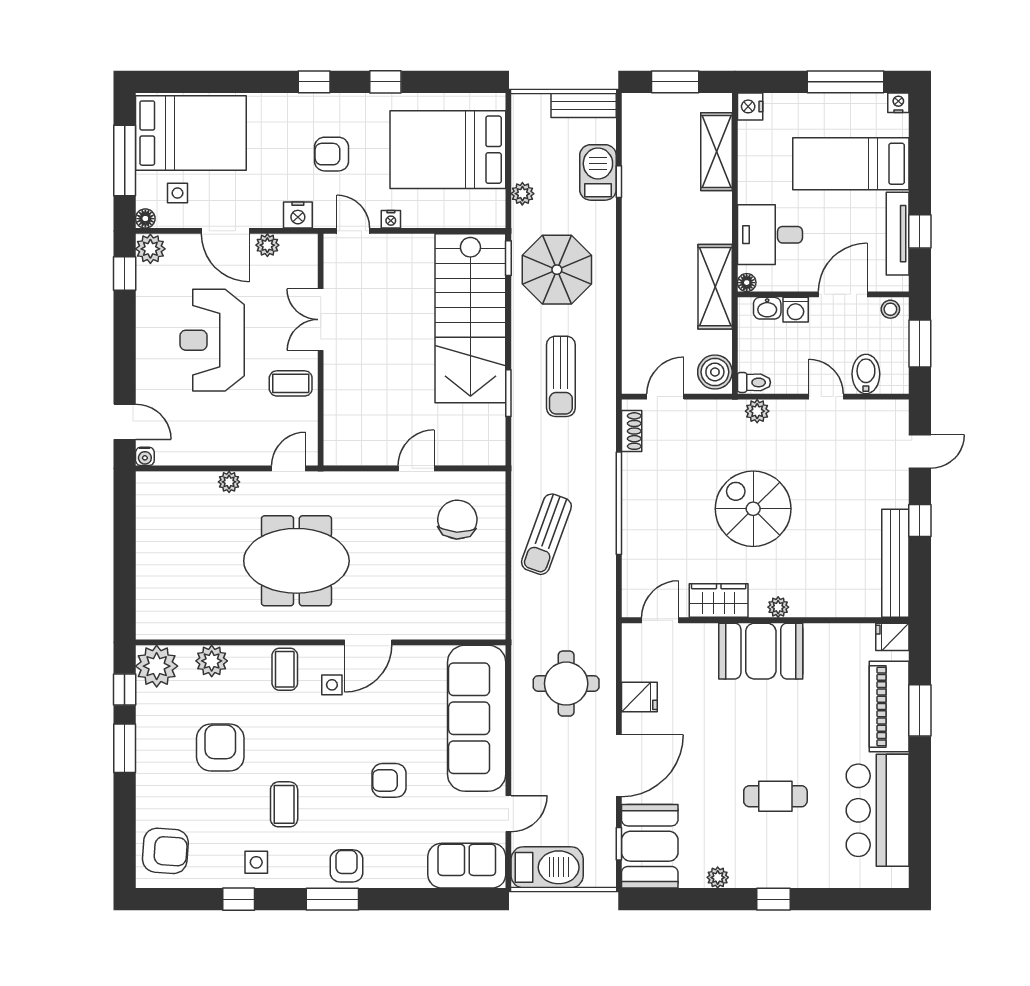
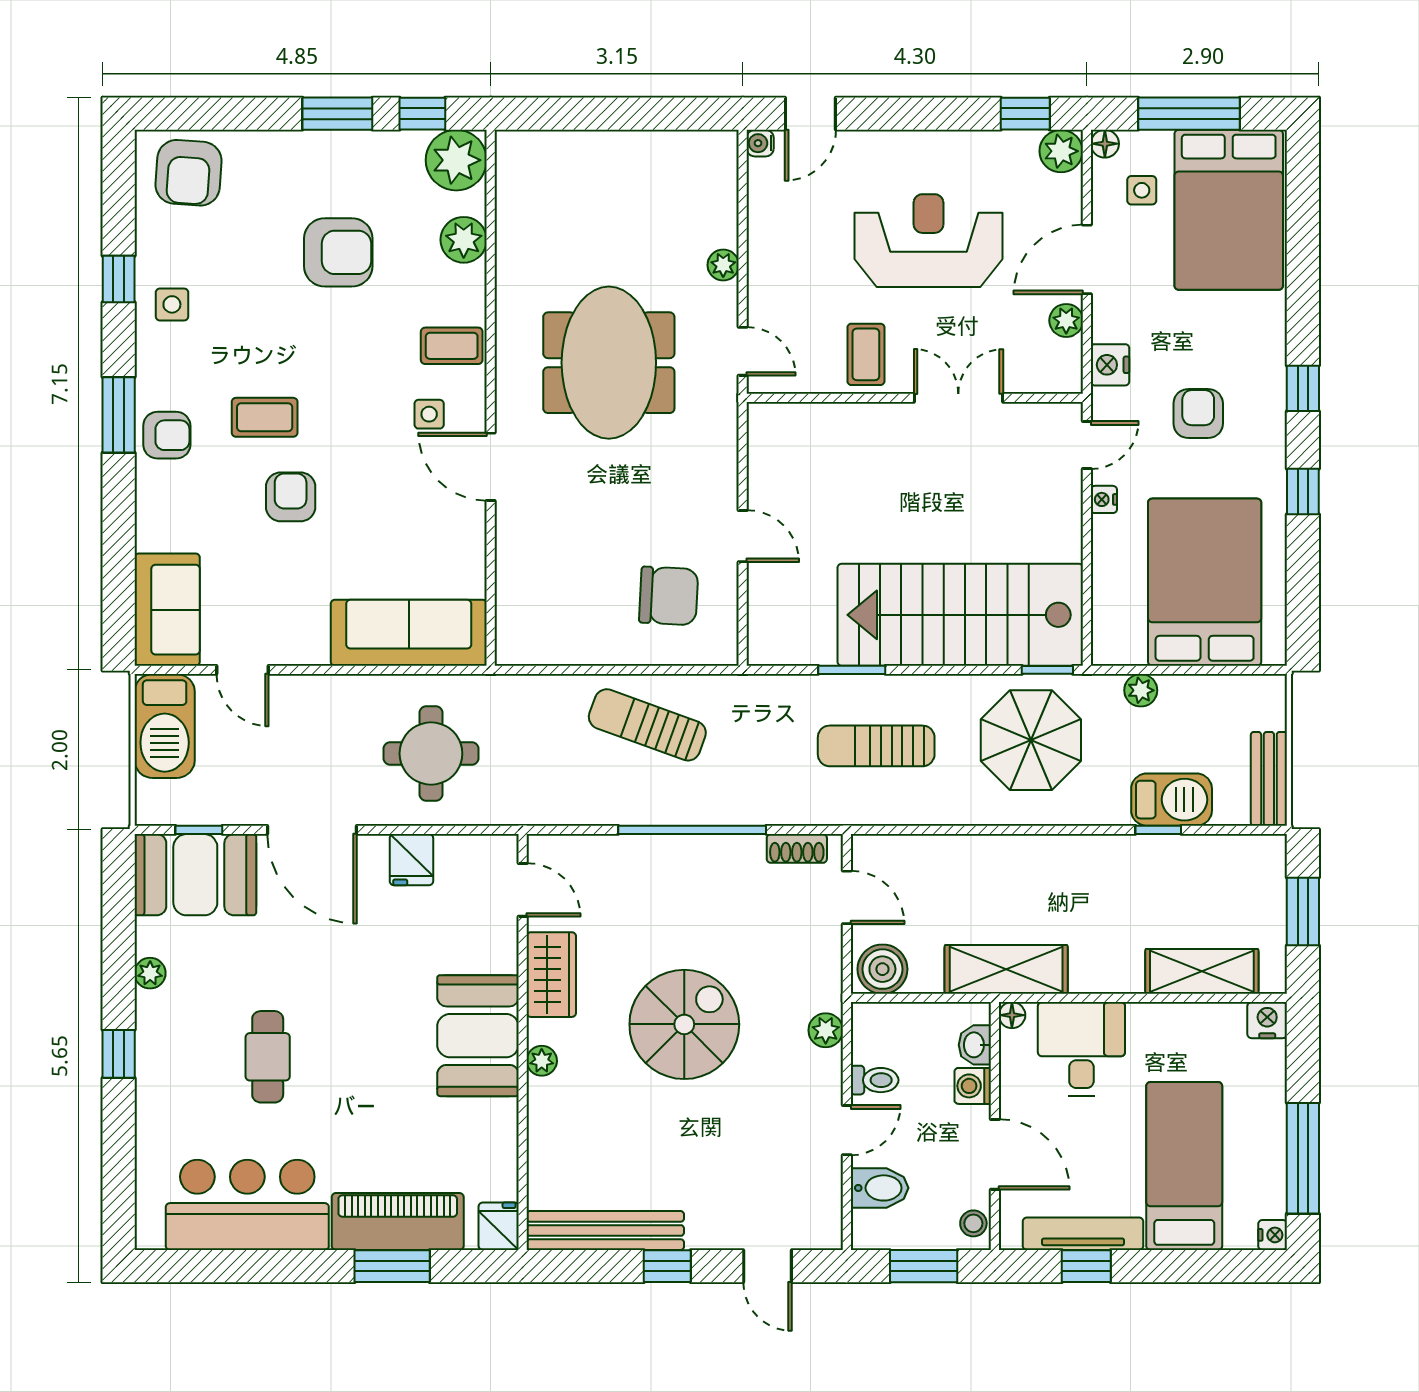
toilet: (754, 382) -> (875, 1080), moved, turned -90
sofa: (477, 718) -> (409, 633), width x0.74, depth x0.79
coffee table: (284, 804) -> (265, 417), moved

